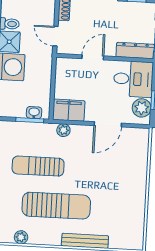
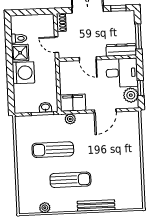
door: (93, 57) -> (88, 59), swing flipped
sun lounger: (56, 206) -> (70, 180), width x0.73, depth x0.75

